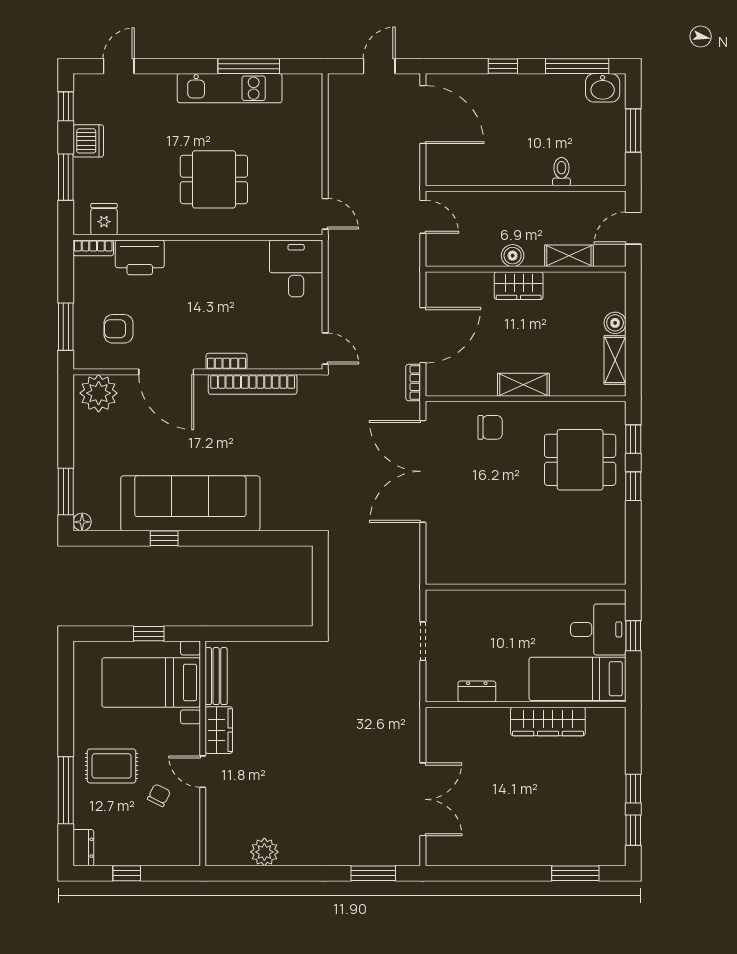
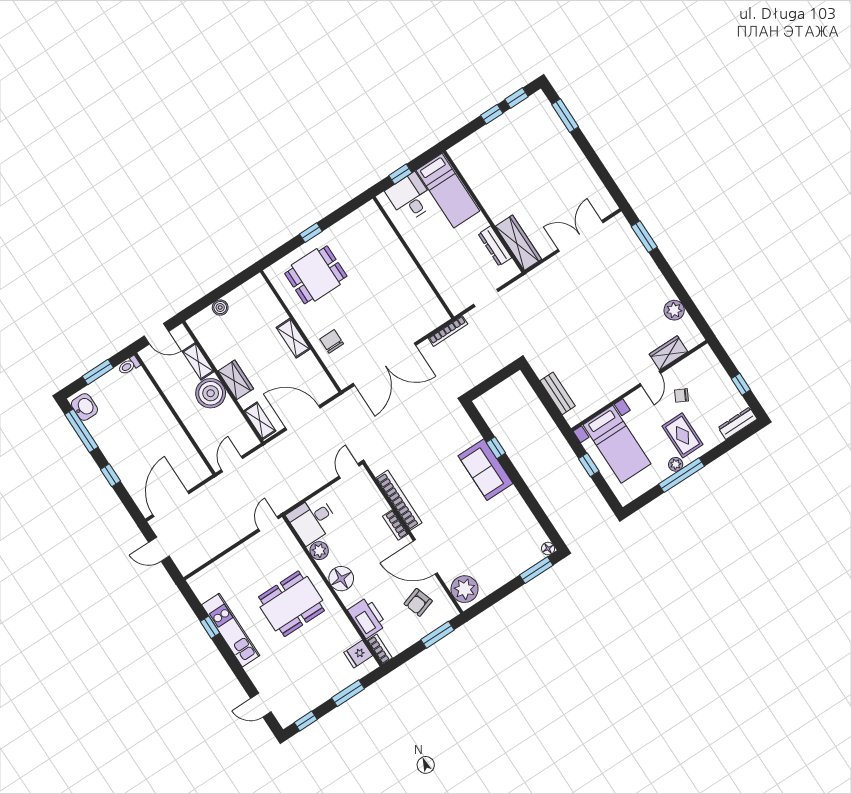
window: (249, 66) -> (210, 627), width x0.46
dishwasher: (88, 141) -> (318, 694), removed
toilet: (561, 172) -> (129, 365), moved
dining table: (214, 179) -> (291, 604), width x1.38
plant: (255, 253) -> (319, 551), added
boiler: (513, 256) -> (211, 393), width x1.86, depth x1.86
floor lamp: (205, 257) -> (341, 579), added
armchair: (119, 329) -> (418, 602), turned 72
shelving: (615, 360) -> (260, 421), moved, turned 90
door: (166, 372) -> (425, 557), swing flipped
bookcase: (413, 382) -> (448, 331), moved, width x1.56
window: (633, 439) -> (283, 251), removed
dining table: (580, 460) -> (316, 275), turned 90
sofa: (190, 503) -> (486, 470), width x0.54, depth x0.79
window: (164, 538) -> (496, 448), moved
bench: (216, 676) -> (558, 393), moved, turned 90
dresser: (477, 692) -> (495, 246), width x1.44
wardrobe: (548, 721) -> (518, 243), moved
wardrobe: (219, 730) -> (668, 353), moved
plant: (83, 736) -> (676, 464), added
window: (66, 790) -> (682, 475), moved
dresser: (83, 848) -> (738, 423), width x1.44

